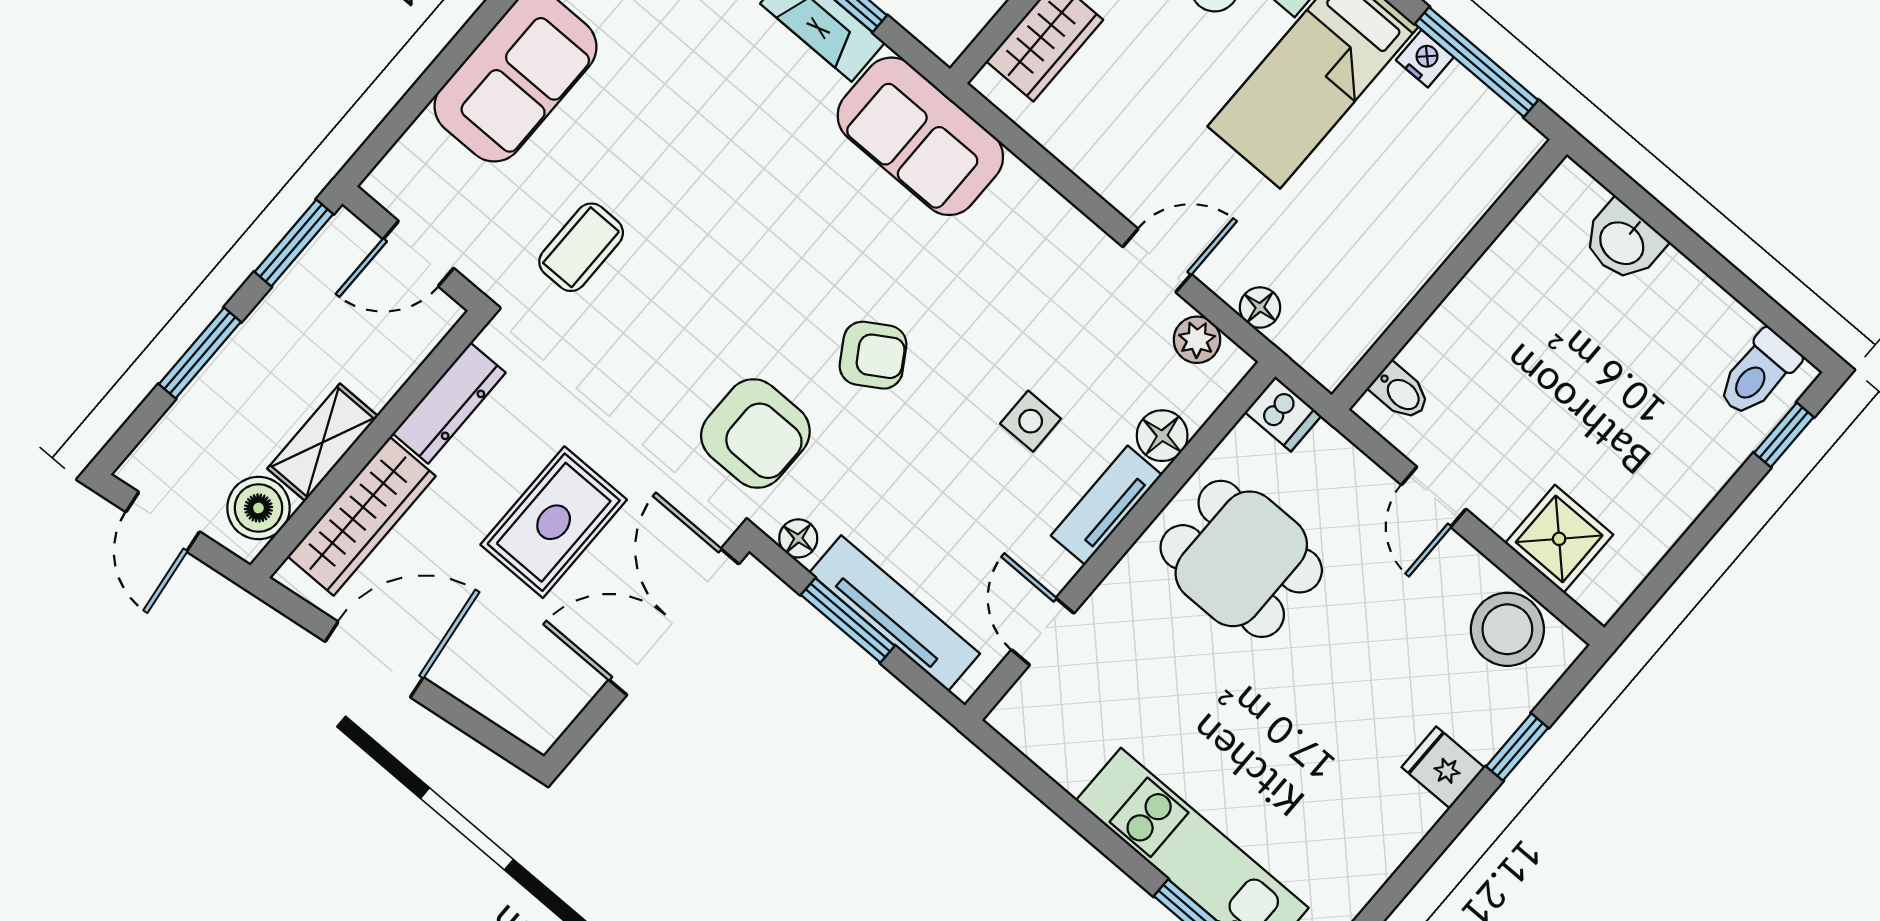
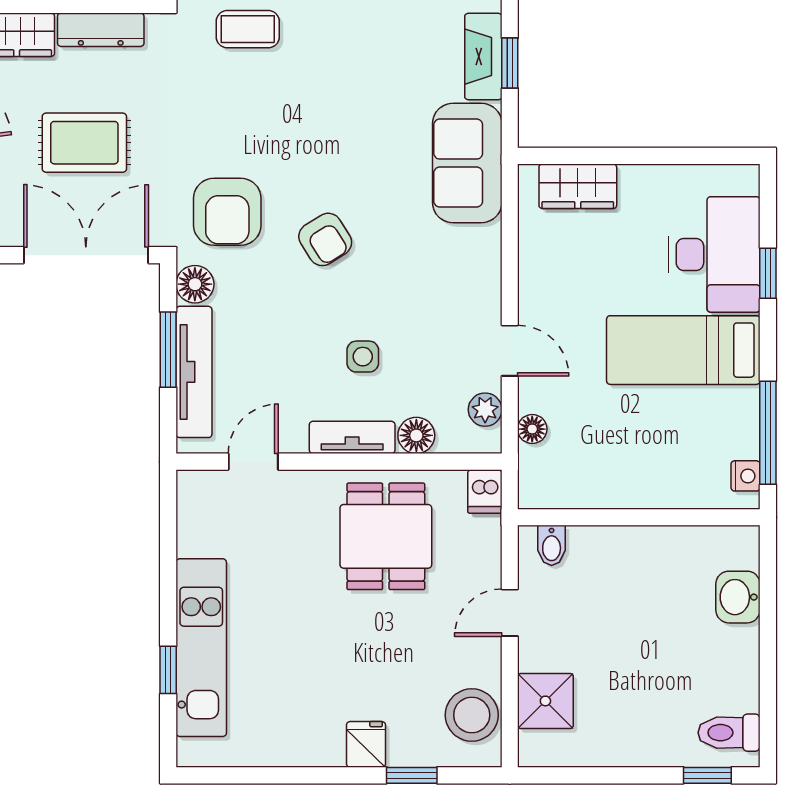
nightstand: (1425, 59) -> (746, 476), moved
floor lamp: (798, 538) -> (195, 284), width x1.37, depth x1.37

